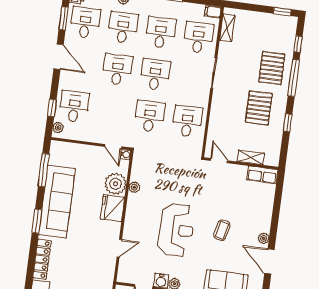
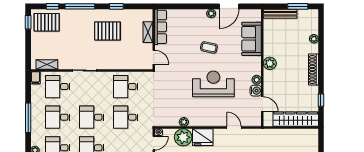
pallet: (272, 68) -> (47, 22), moved
door: (219, 161) -> (154, 57), swing flipped
row of seats: (262, 175) -> (161, 27), width x1.48

